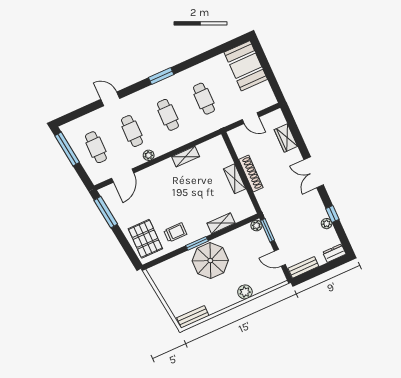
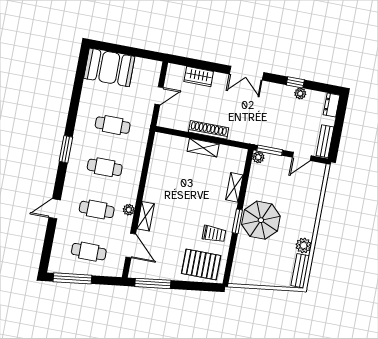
shelving: (186, 157) -> (146, 216), moved
trolley: (175, 232) -> (214, 234), turned 90
plant: (245, 292) -> (304, 245), moved

